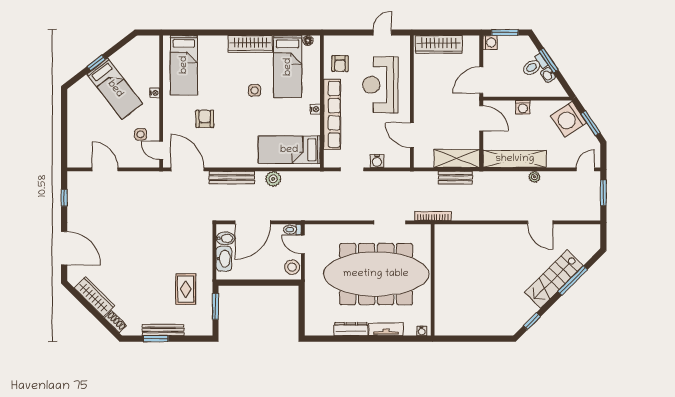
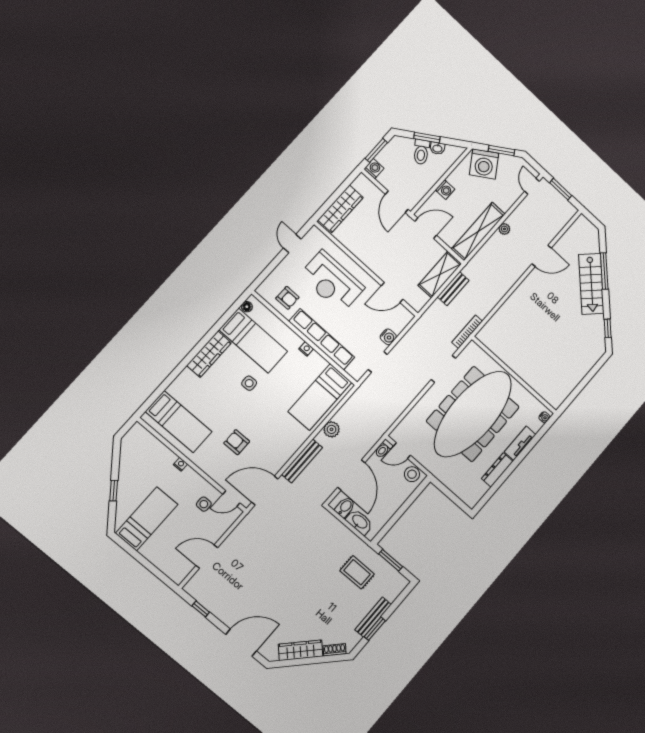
bed: (115, 89) -> (147, 519), moved, turned -52

